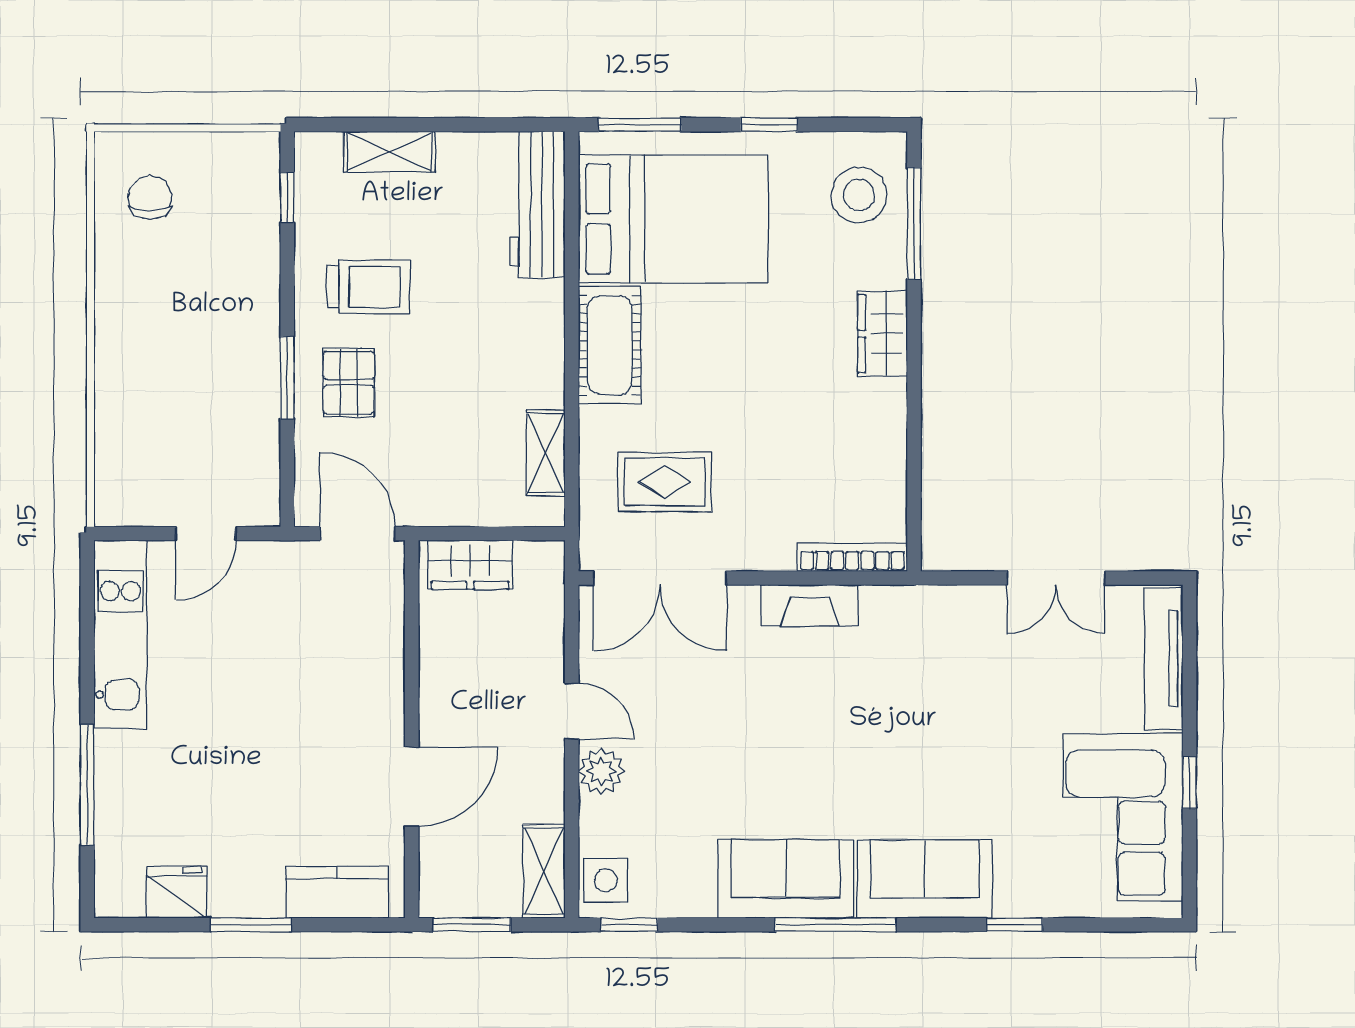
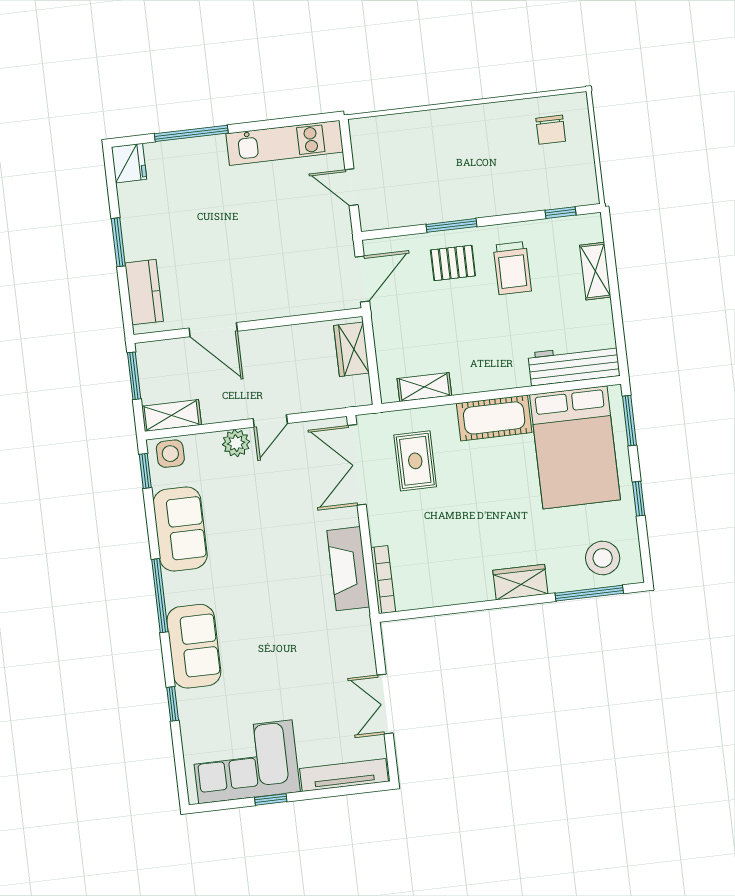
chair: (150, 197) -> (551, 130), turned 90
fireplace: (810, 605) -> (348, 569), width x1.37, depth x1.32
sofa: (786, 879) -> (180, 529), moved
fridge: (177, 892) -> (129, 163), moved

